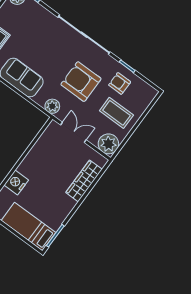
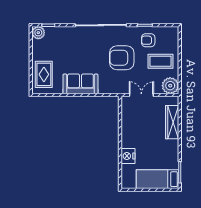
plant: (52, 106) -> (115, 88), removed

